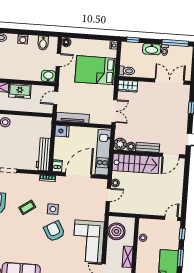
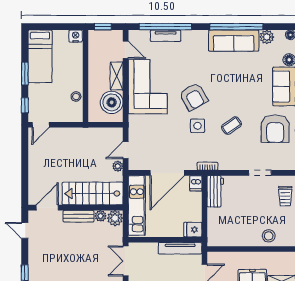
workbench: (43, 154) -> (215, 191), width x0.73
shelving: (128, 257) -> (117, 76), moved

